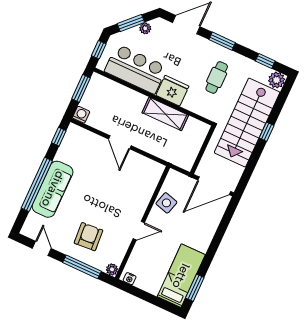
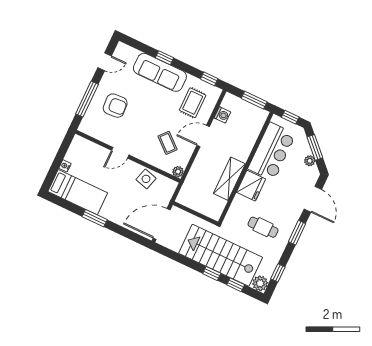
window: (278, 106) -> (236, 285), added
washing machine: (81, 115) -> (222, 115), moved
rug: (85, 154) -> (193, 103), added
coffee table: (128, 180) -> (168, 143), added
window: (37, 184) -> (165, 58), width x0.32
door: (214, 186) -> (162, 224), hinge flipped
door: (139, 231) -> (120, 153), hinge flipped
plant: (112, 269) -> (178, 172), moved
nightstand: (130, 279) -> (65, 166), moved
window: (195, 288) -> (95, 218), moved

